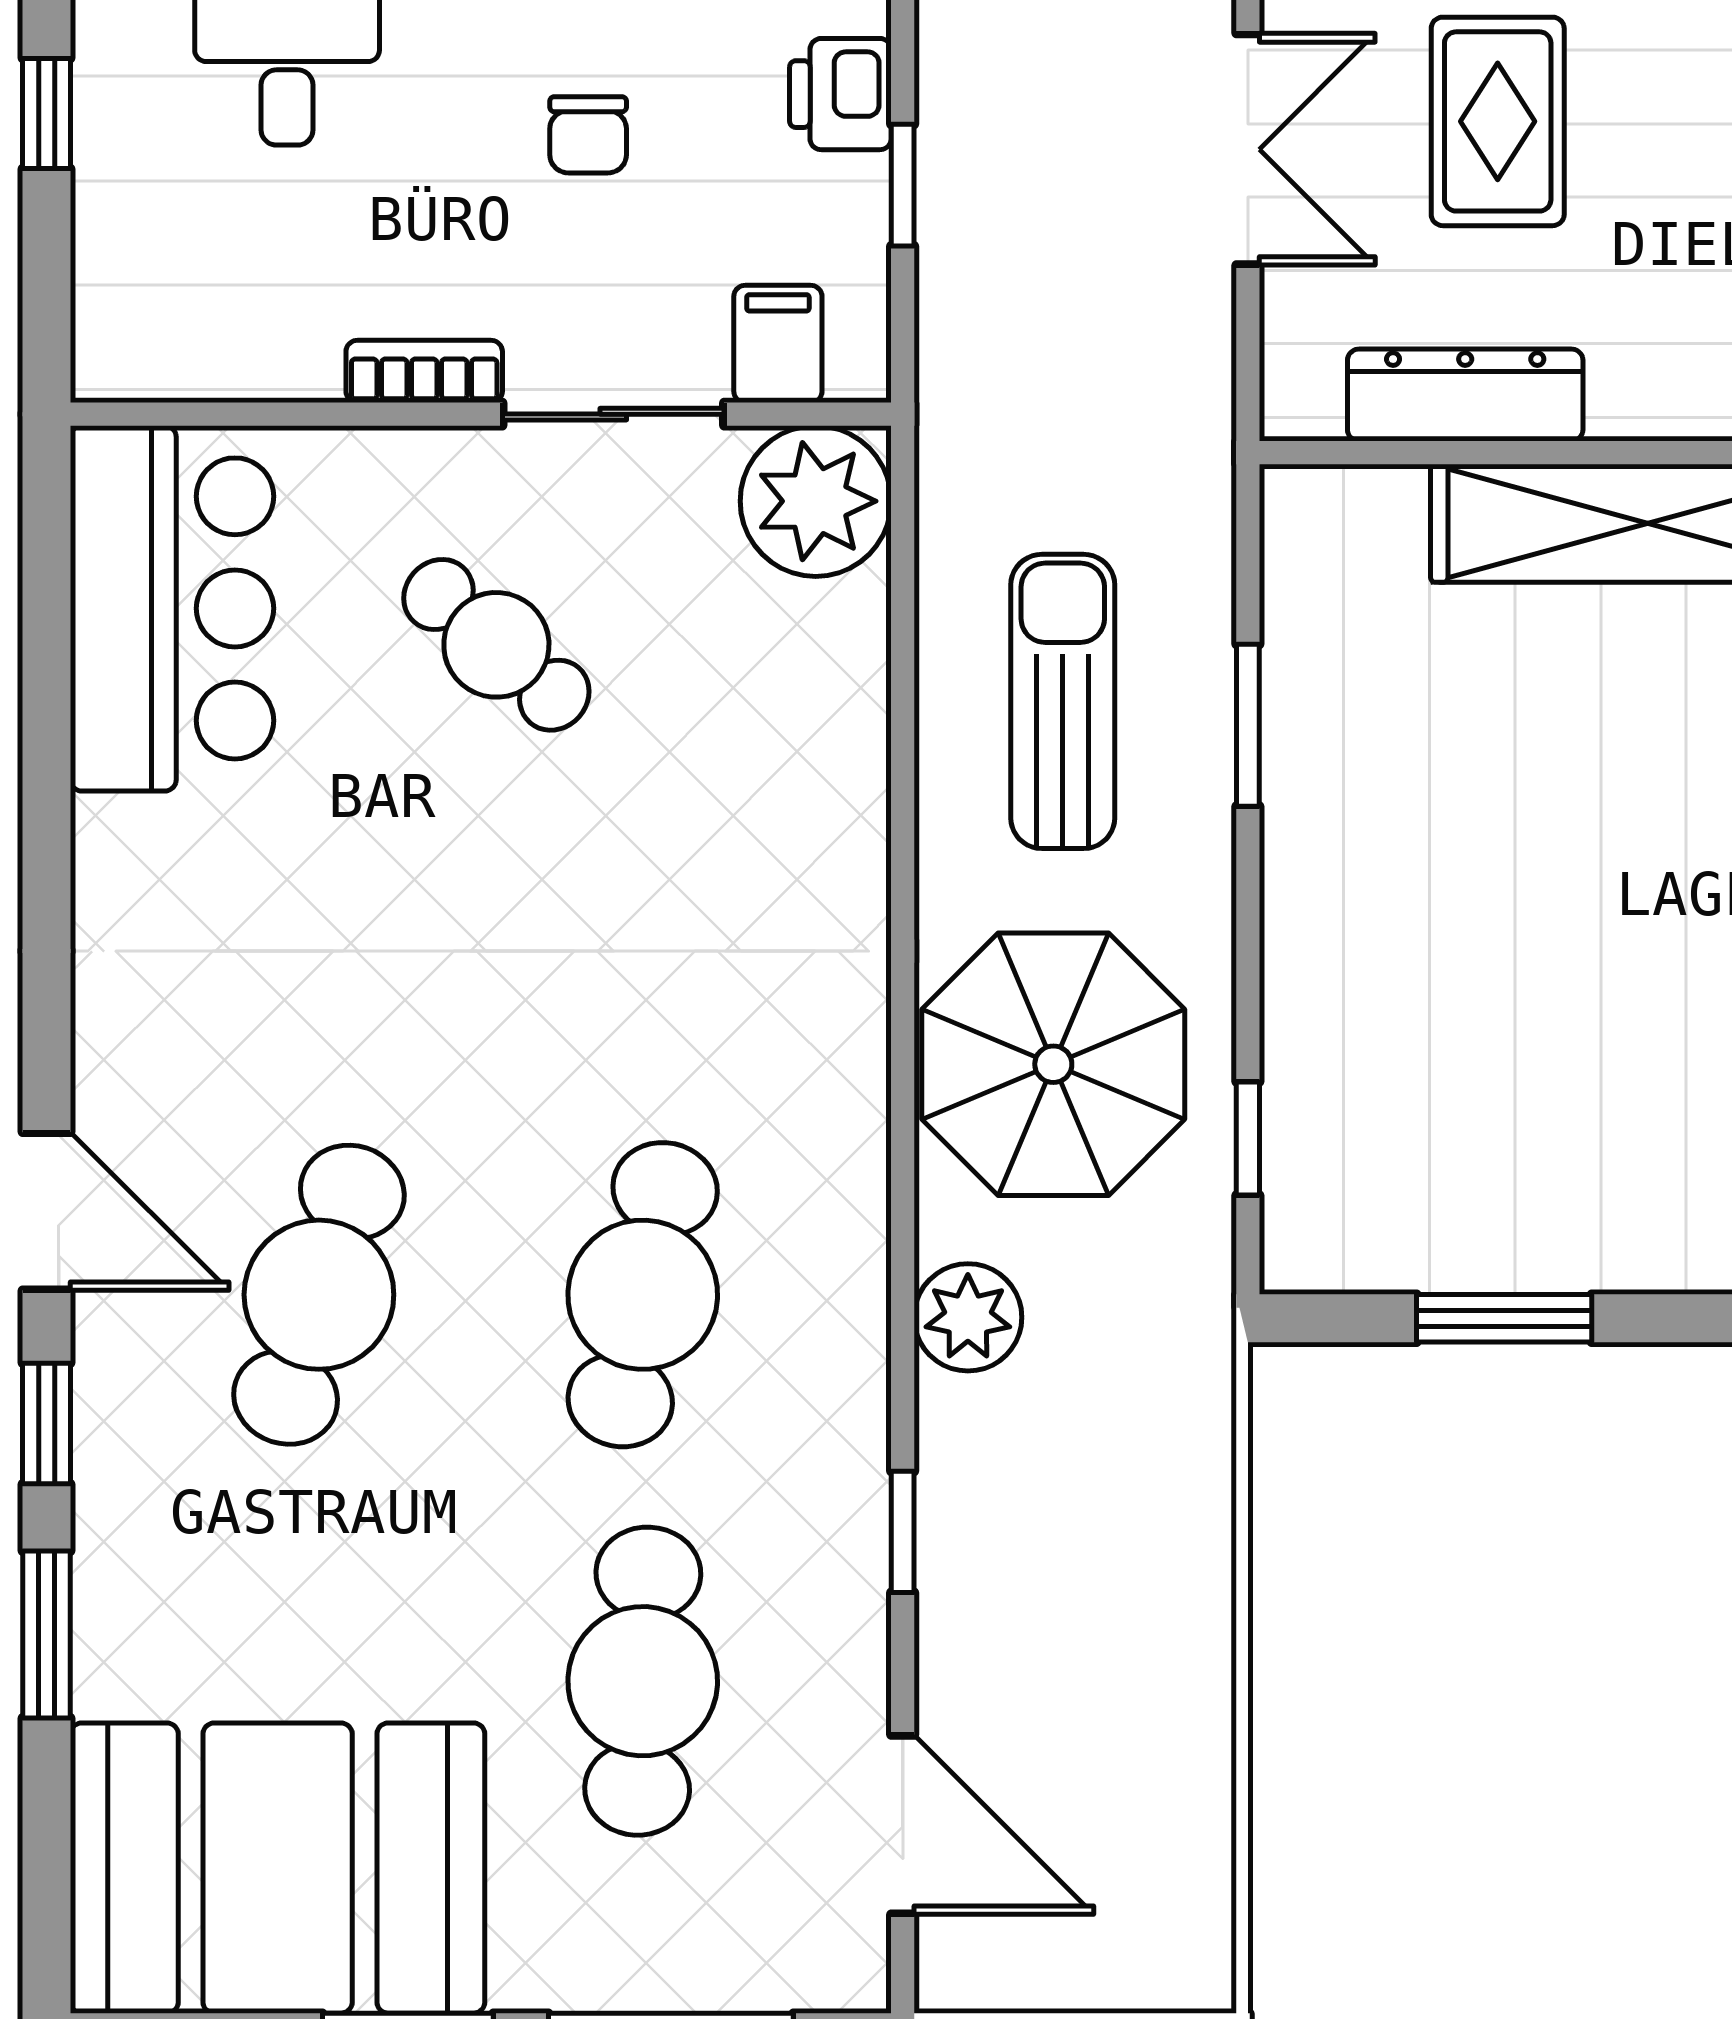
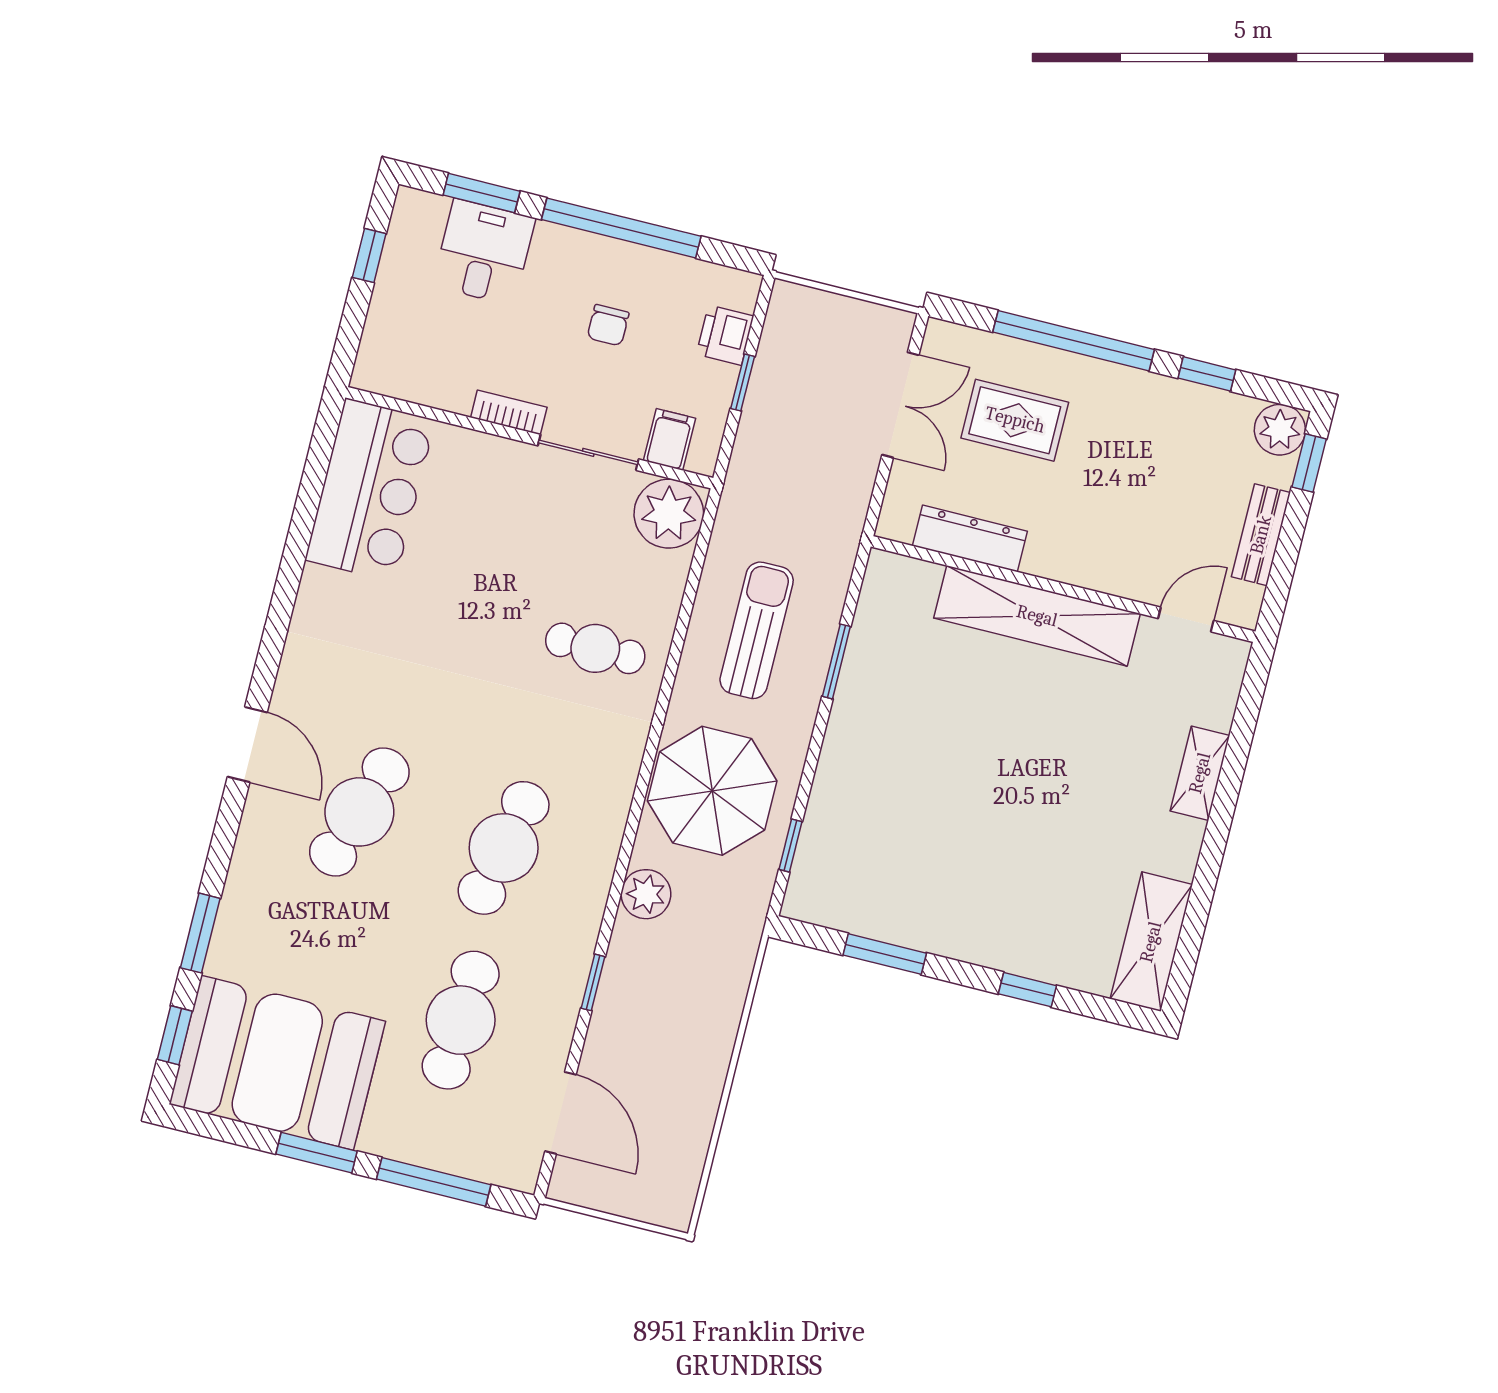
rug: (1498, 121) -> (1015, 420), turned 90
cafe table: (496, 645) -> (595, 648), moved, turned -41
window: (47, 1423) -> (175, 1035), moved

